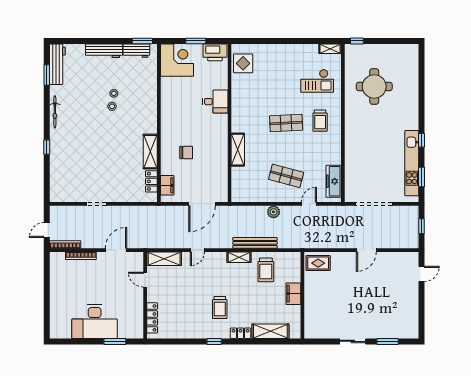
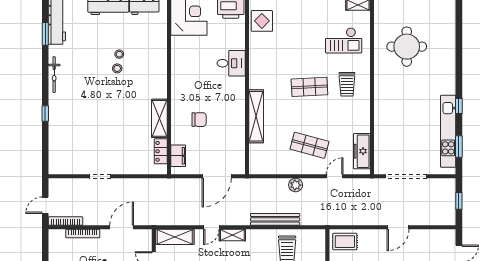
shelving: (238, 150) -> (256, 116), width x1.47
shelving: (239, 257) -> (232, 235), moved

